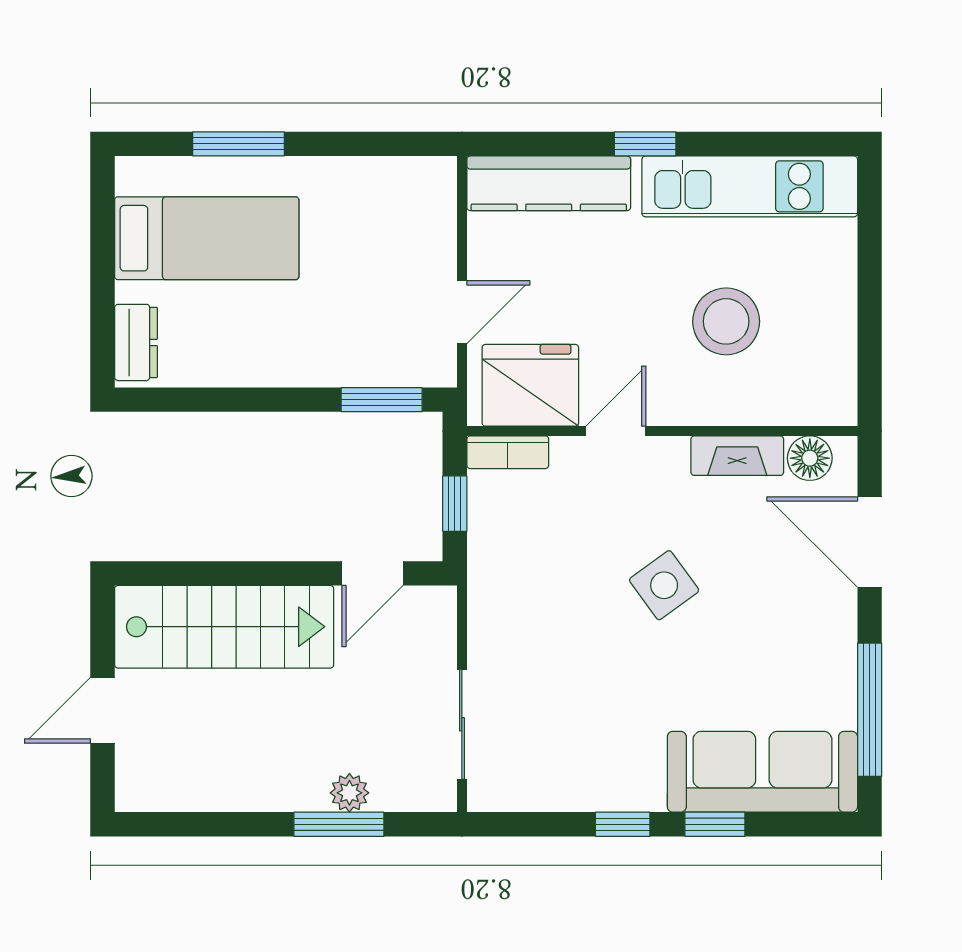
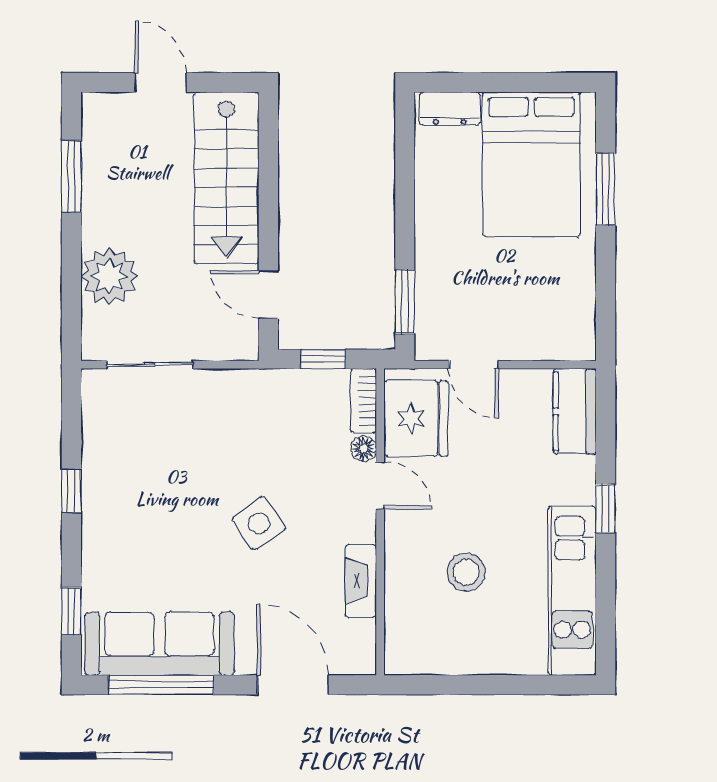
kitchen counter: (549, 183) -> (575, 411), width x0.67
bed: (207, 238) -> (532, 164), width x1.50
stool: (726, 321) -> (466, 572), width x0.73, depth x0.73
floor lamp: (810, 458) -> (364, 449), moved, width x0.73, depth x0.73
door: (870, 542) -> (293, 685), hinge flipped
sofa: (762, 772) -> (159, 644), moved, turned -90
plant: (349, 793) -> (109, 276), width x1.88, depth x1.88
window: (339, 824) -> (71, 176), moved
window: (715, 824) -> (71, 611), moved

